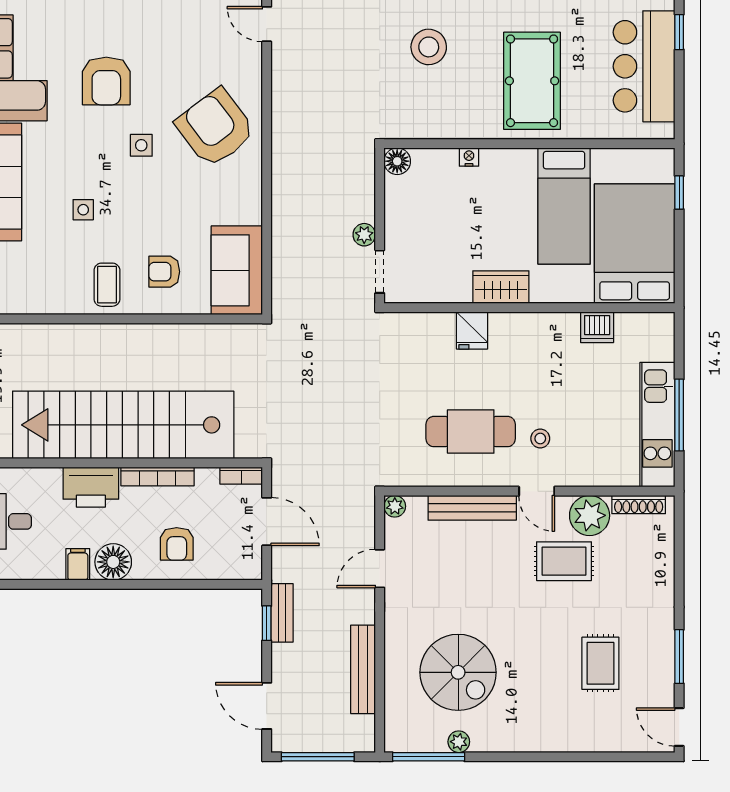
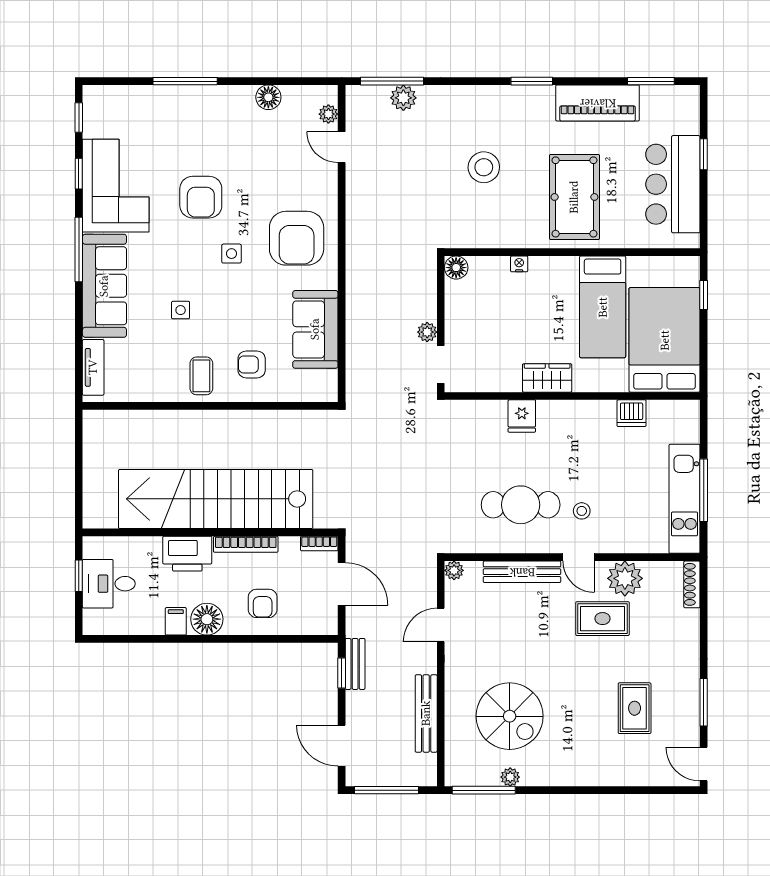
armchair: (215, 128) -> (297, 238), turned -143
sofa: (237, 270) -> (315, 329), moved
shoe rack: (639, 505) -> (692, 584), moved, turned 90

